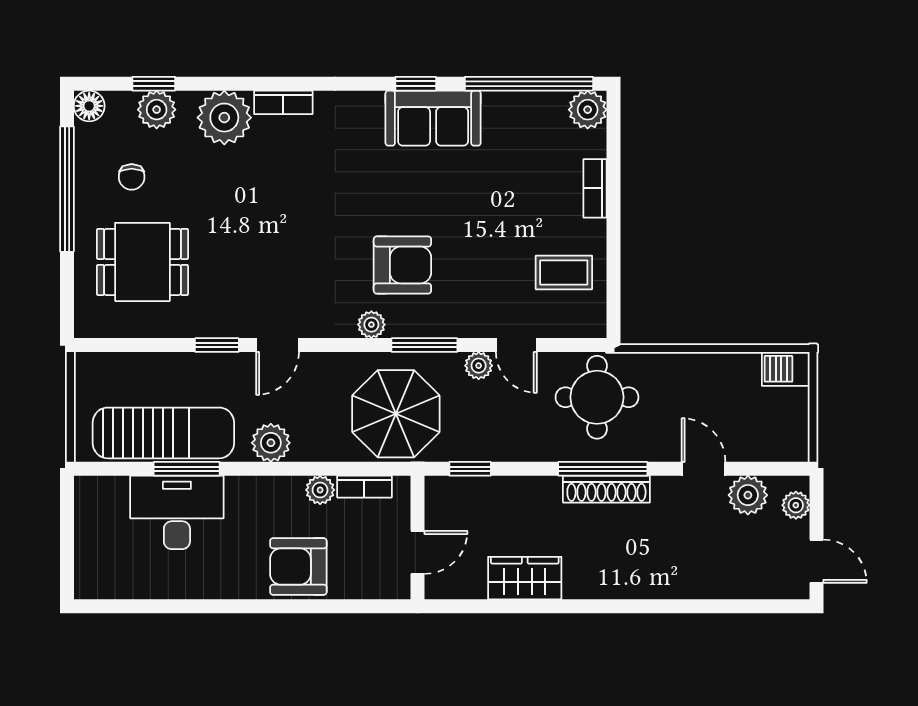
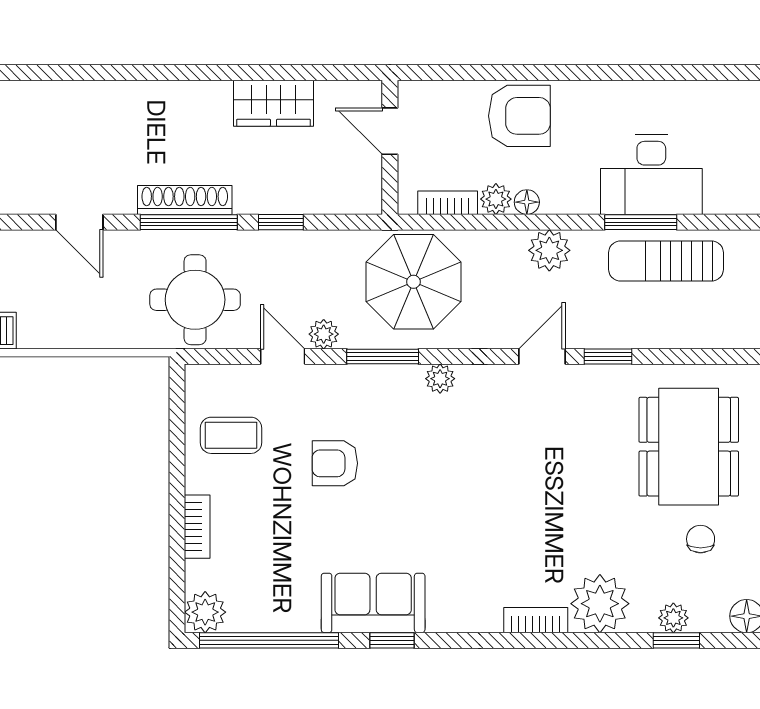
plant: (157, 110) -> (673, 618), width x0.73, depth x0.73
dining table: (142, 262) -> (689, 447), width x1.38
armchair: (402, 265) -> (335, 463), moved, width x0.72, depth x0.72
sun lounger: (163, 433) -> (666, 261), width x0.73, depth x0.75
window: (470, 469) -> (281, 222), moved
floor lamp: (292, 487) -> (527, 202), added
plant: (748, 495) -> (31, 193), removed
door: (418, 552) -> (390, 131), hinge flipped

